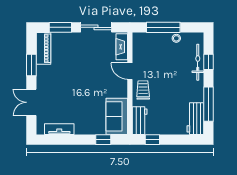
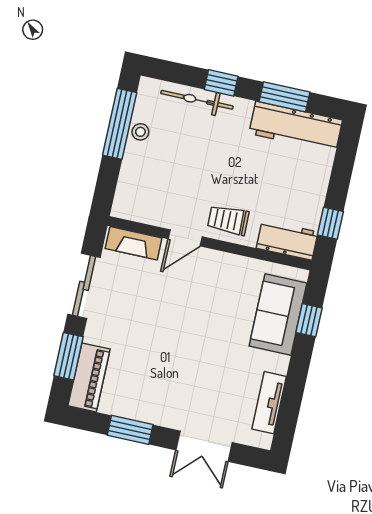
window: (163, 27) -> (120, 124), moved
piano: (44, 48) -> (89, 377), moved, turned 90
window: (209, 62) -> (221, 83), moved
window: (209, 104) -> (285, 97), width x0.69
sofa: (117, 116) -> (278, 314), moved, turned 90
workbench: (195, 119) -> (296, 127), width x1.38

